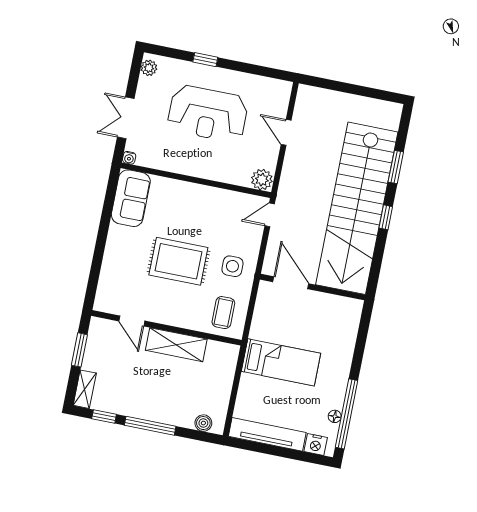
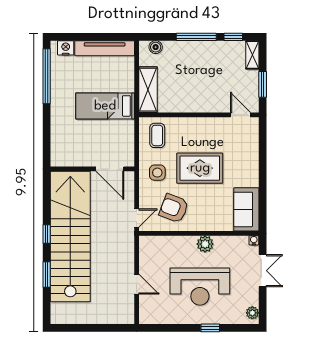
reception desk: (208, 114) -> (200, 287), turned 180
plant: (262, 180) -> (205, 244), moved
armchair: (221, 218) -> (174, 208), added
door: (132, 321) -> (241, 115), moved
shelving: (176, 345) -> (148, 90), moved, turned 90
floor lamp: (335, 416) -> (55, 72), removed

